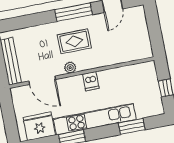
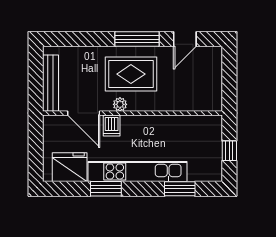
rug: (74, 41) -> (131, 74), width x1.36, depth x1.43
dishwasher: (91, 81) -> (112, 125), moved

